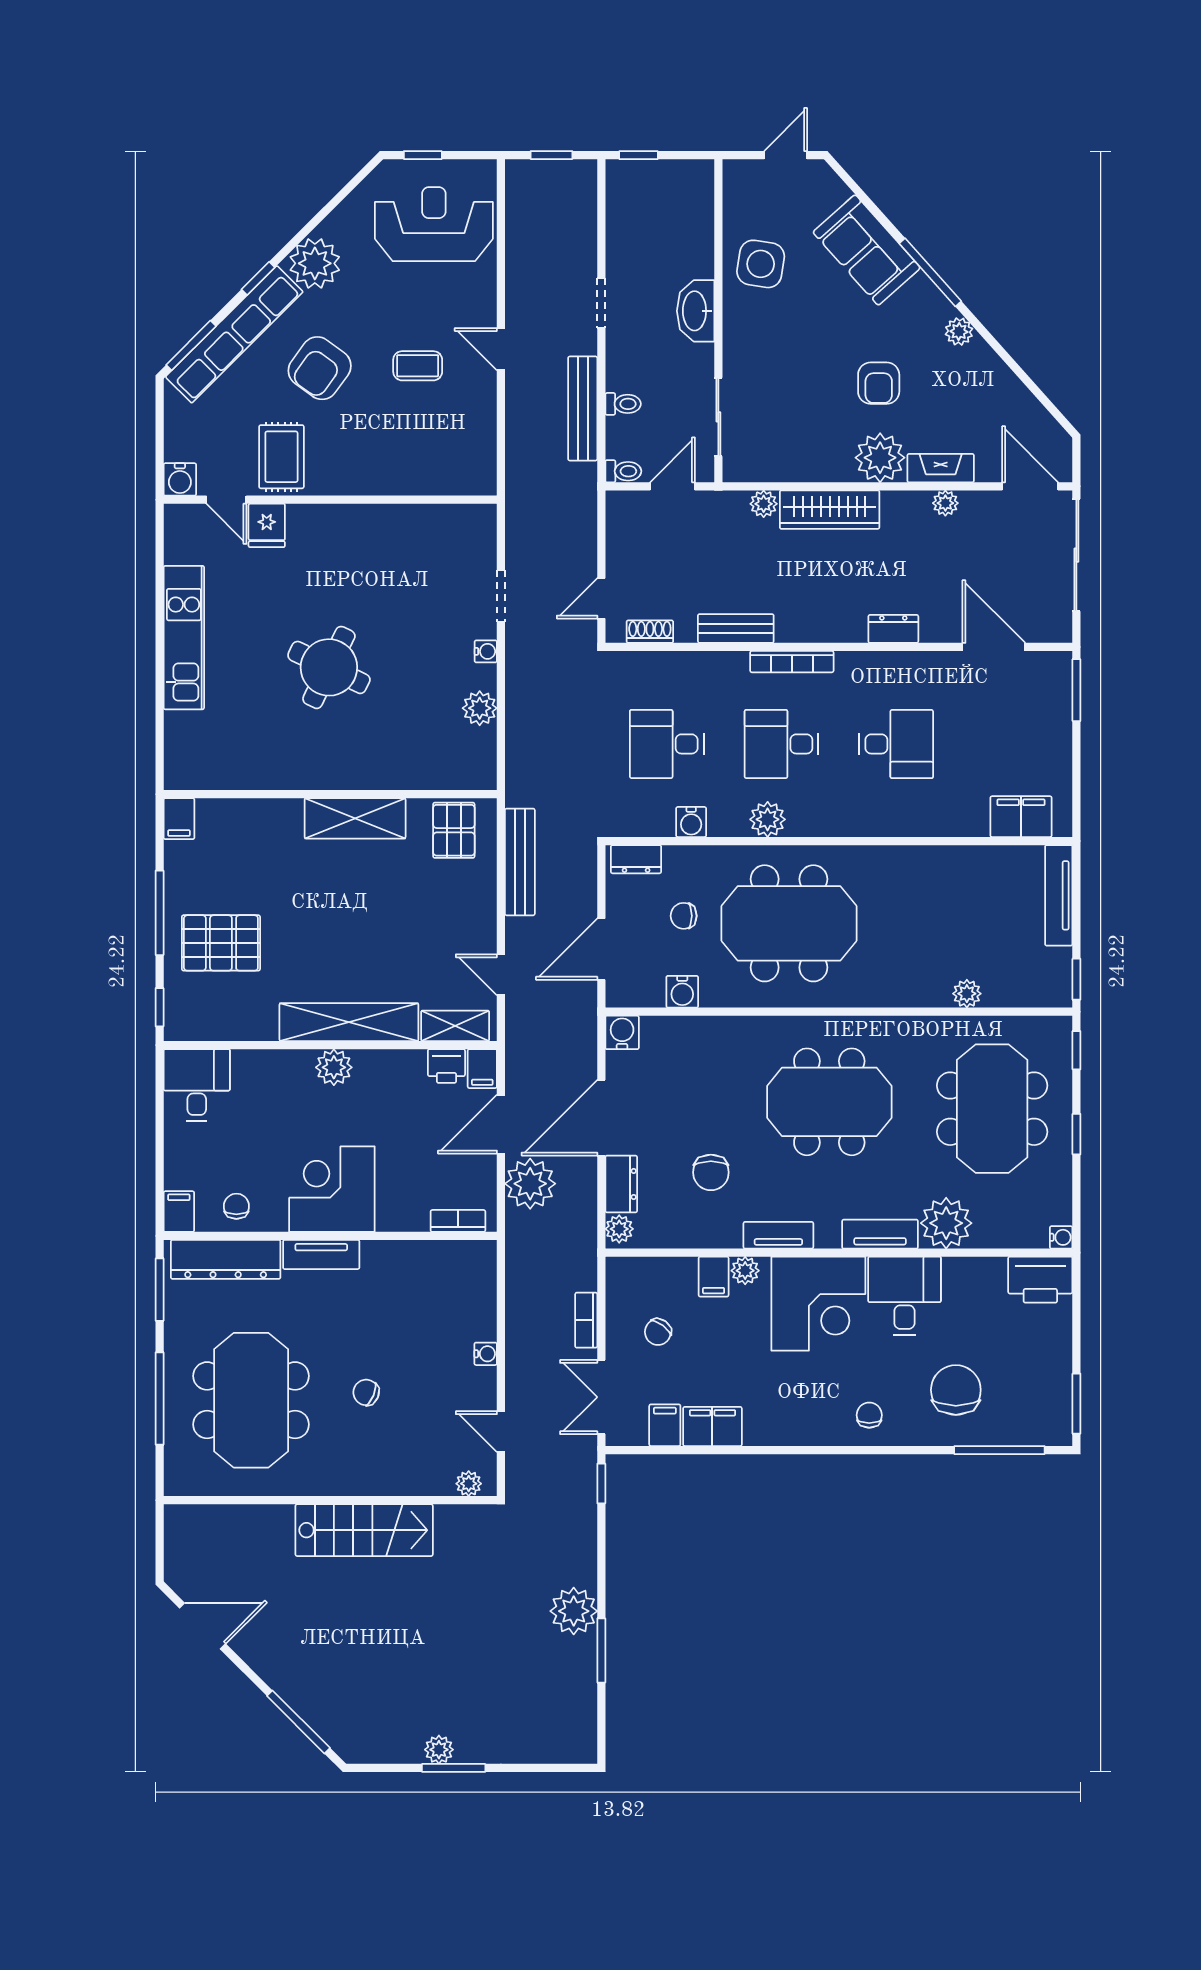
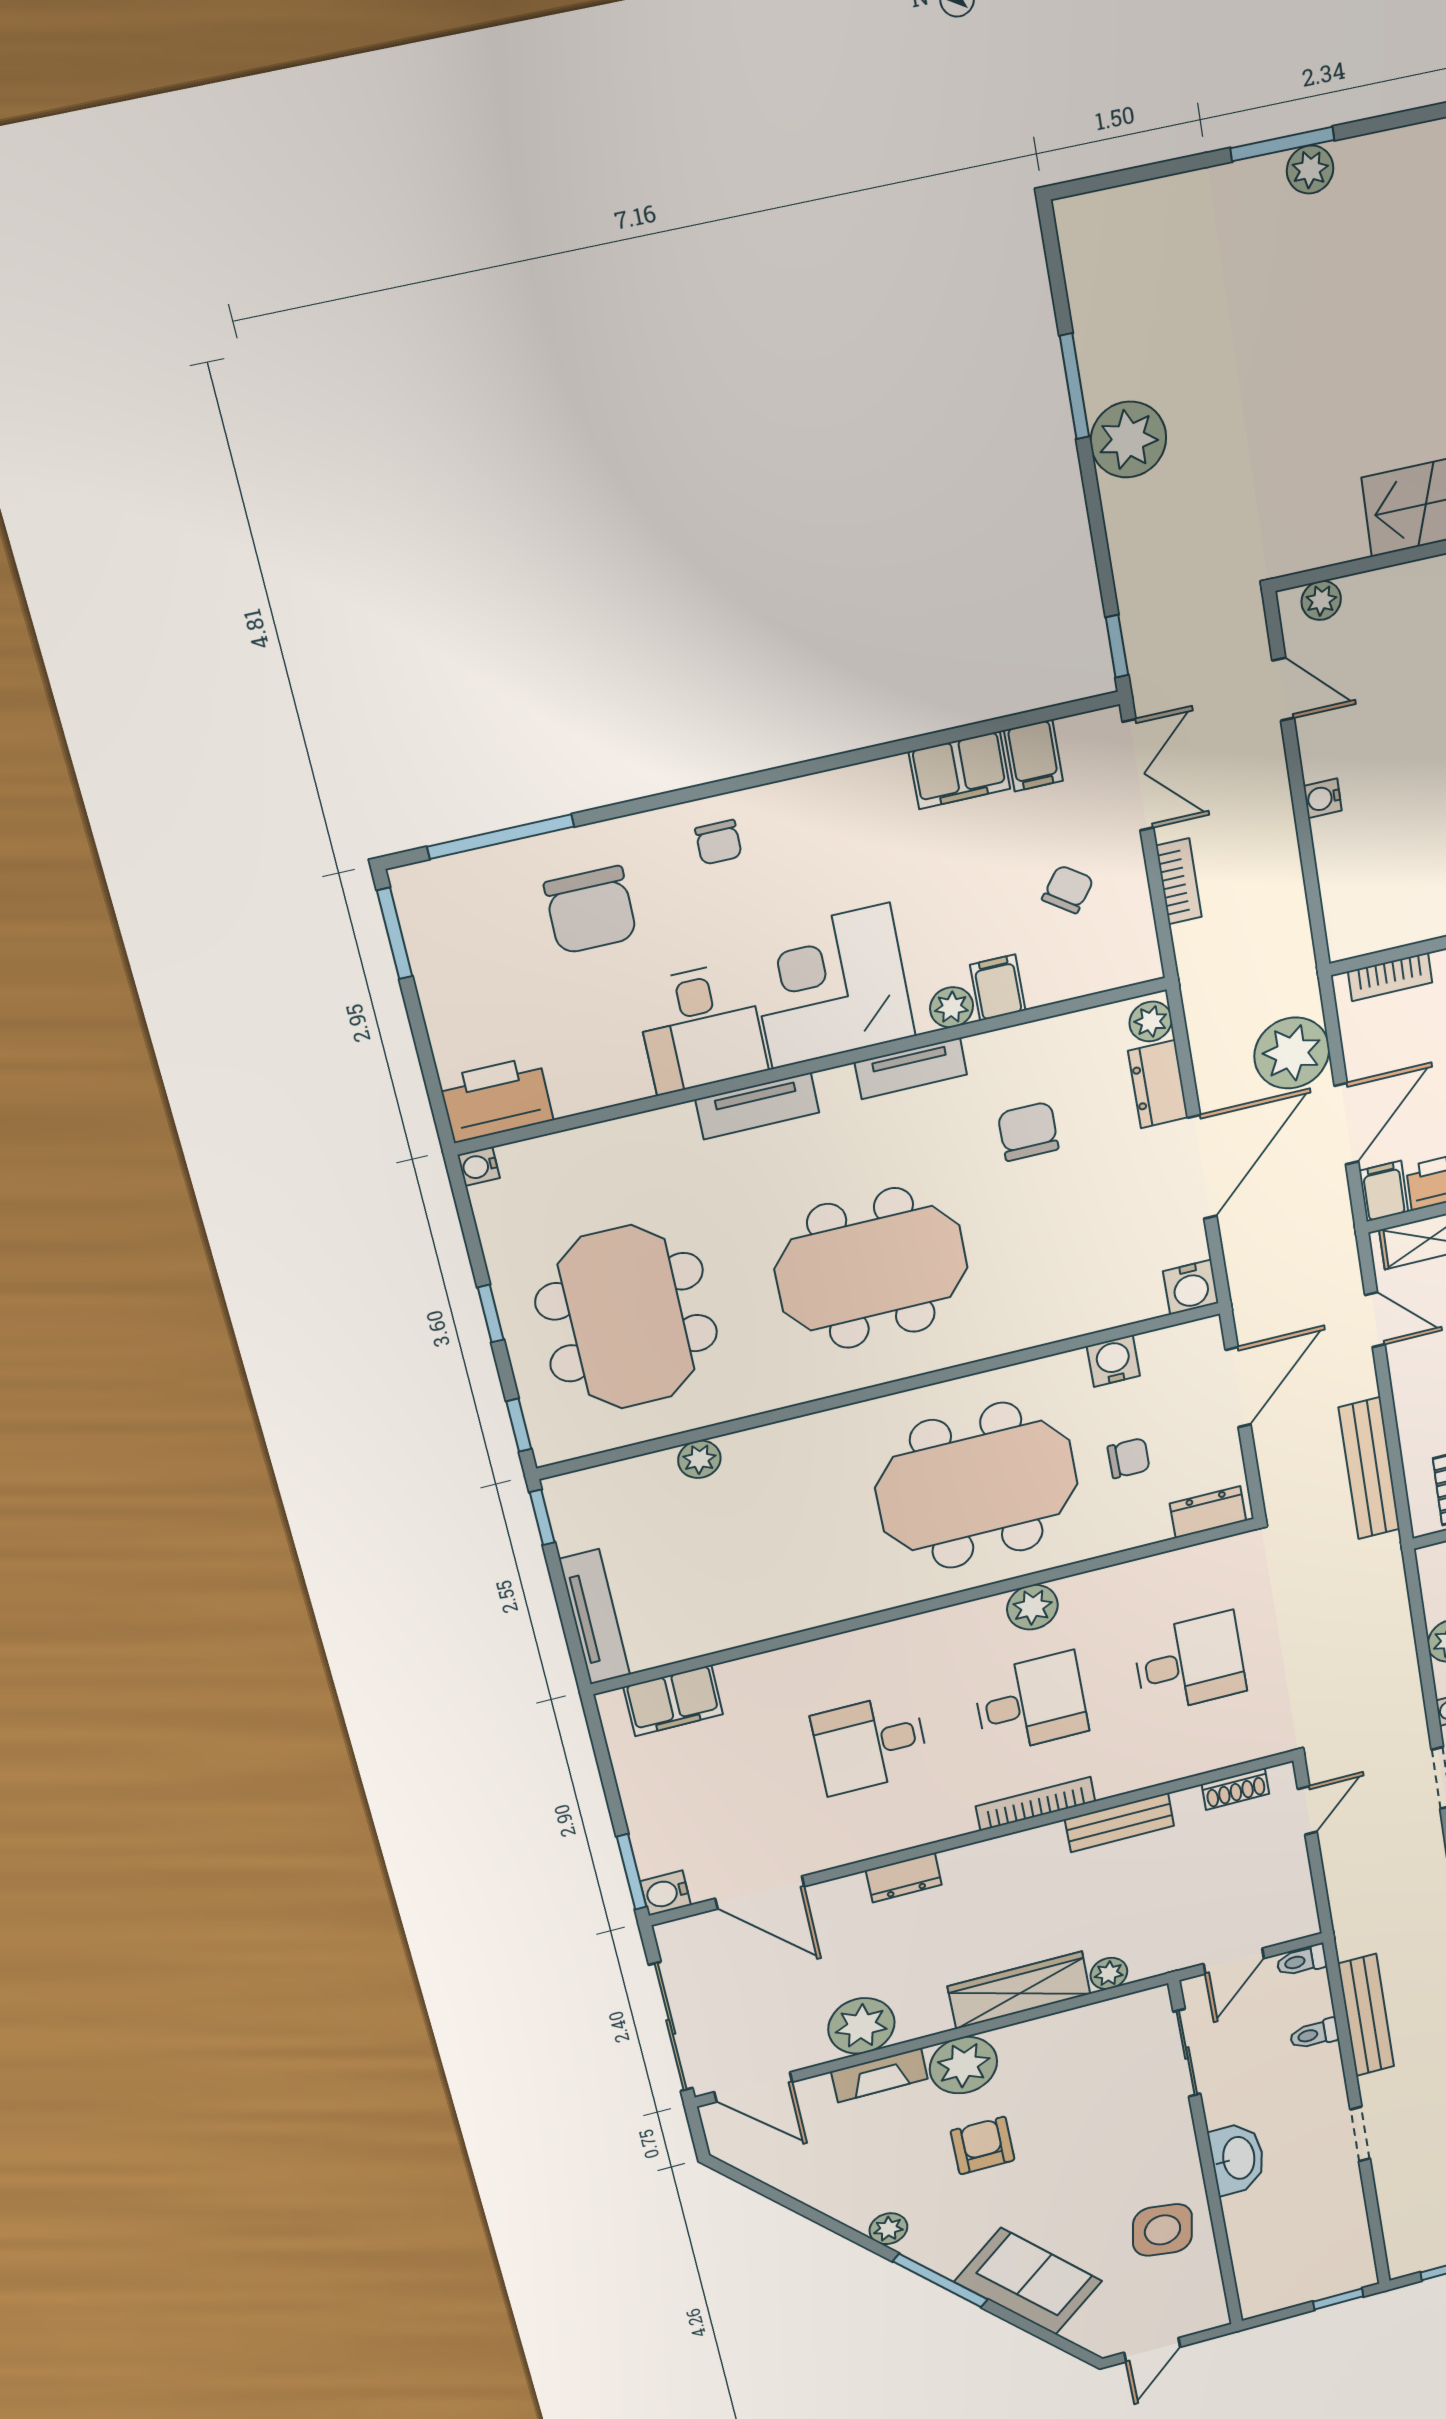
plant: (945, 503) -> (861, 2026), width x1.87, depth x1.87
water cooler: (691, 822) -> (665, 1893), moved, turned -90
plant: (946, 1223) -> (660, 1145), removed

